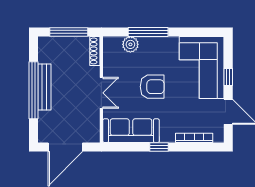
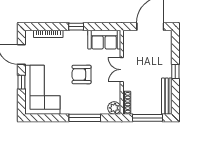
plant: (130, 44) -> (114, 108), moved
bench: (44, 87) -> (167, 96), moved
window: (33, 90) -> (175, 72), width x0.32
sofa: (131, 131) -> (104, 40), width x0.73

